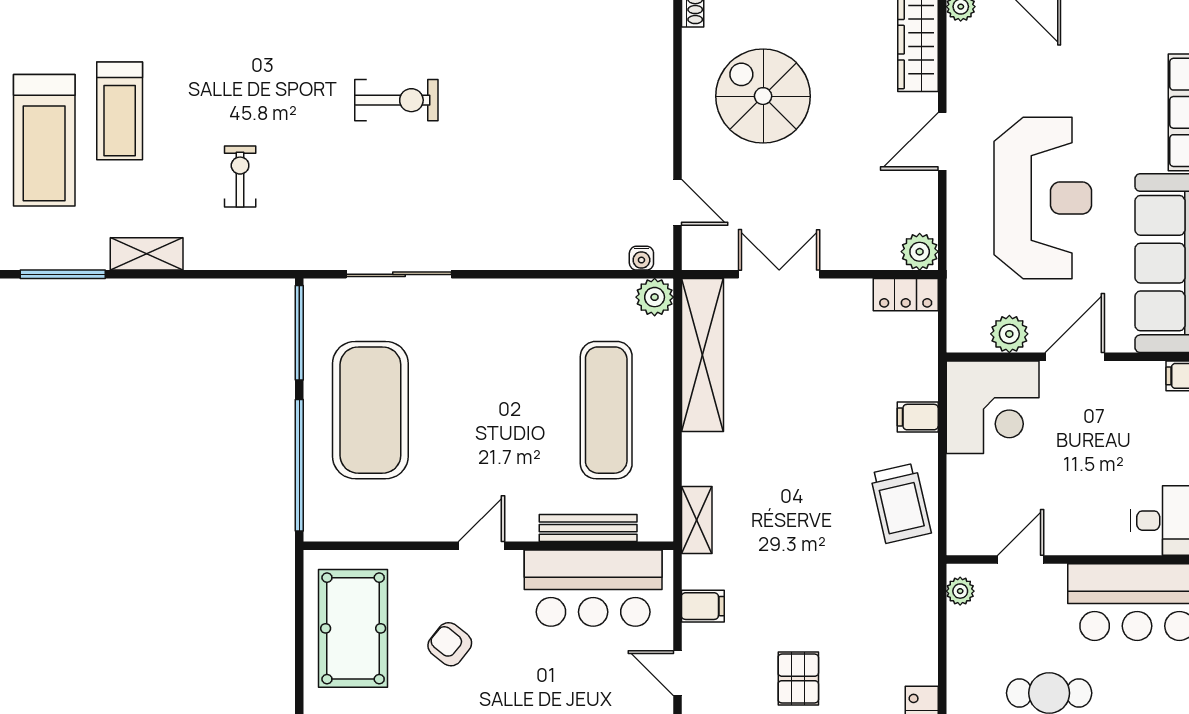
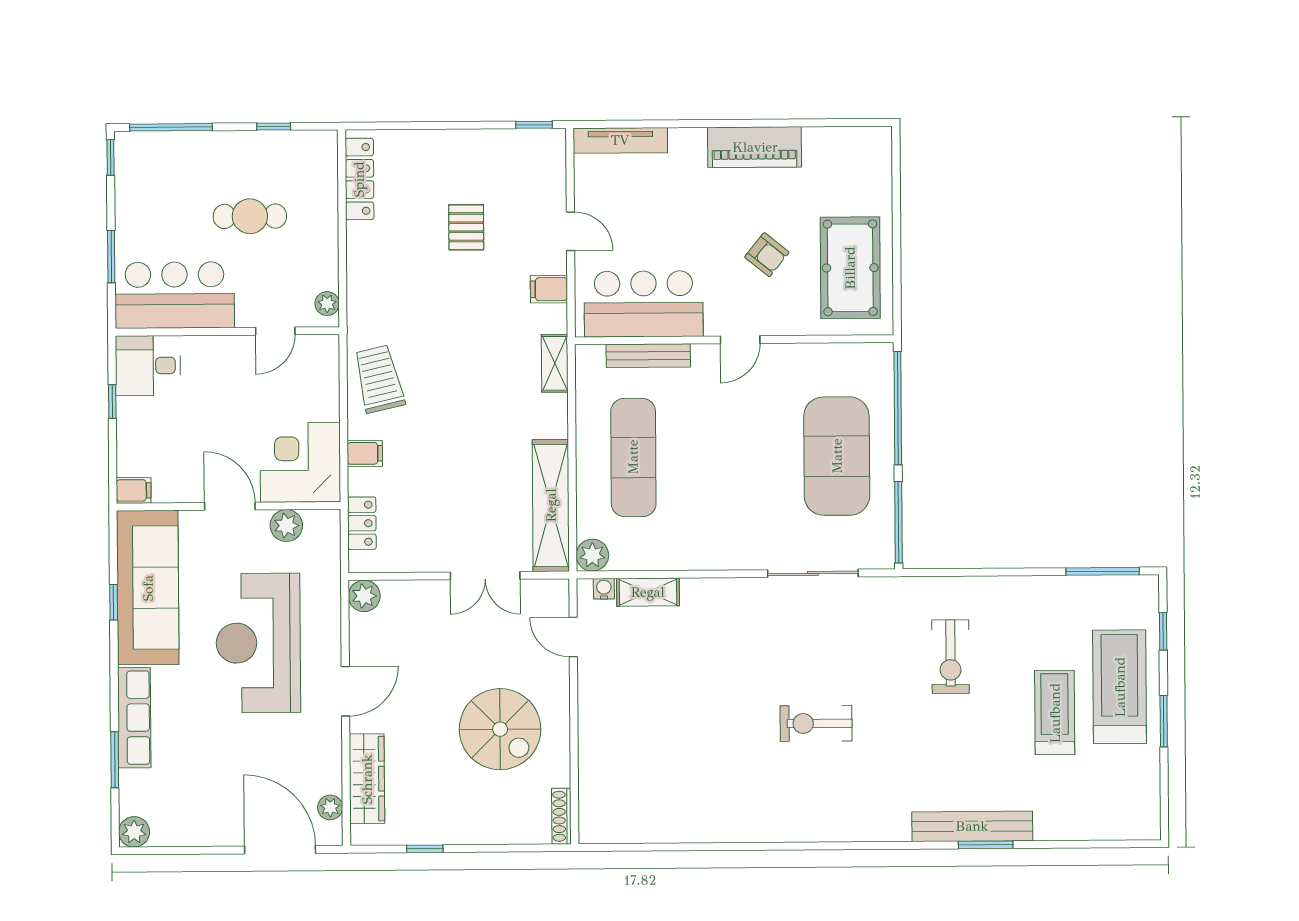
exercise bike: (240, 177) -> (950, 657), width x1.38, depth x1.39
shelving: (147, 254) -> (648, 592), moved
locker: (906, 295) -> (362, 523), moved, turned 90
door: (1075, 357) -> (230, 506), swing flipped

